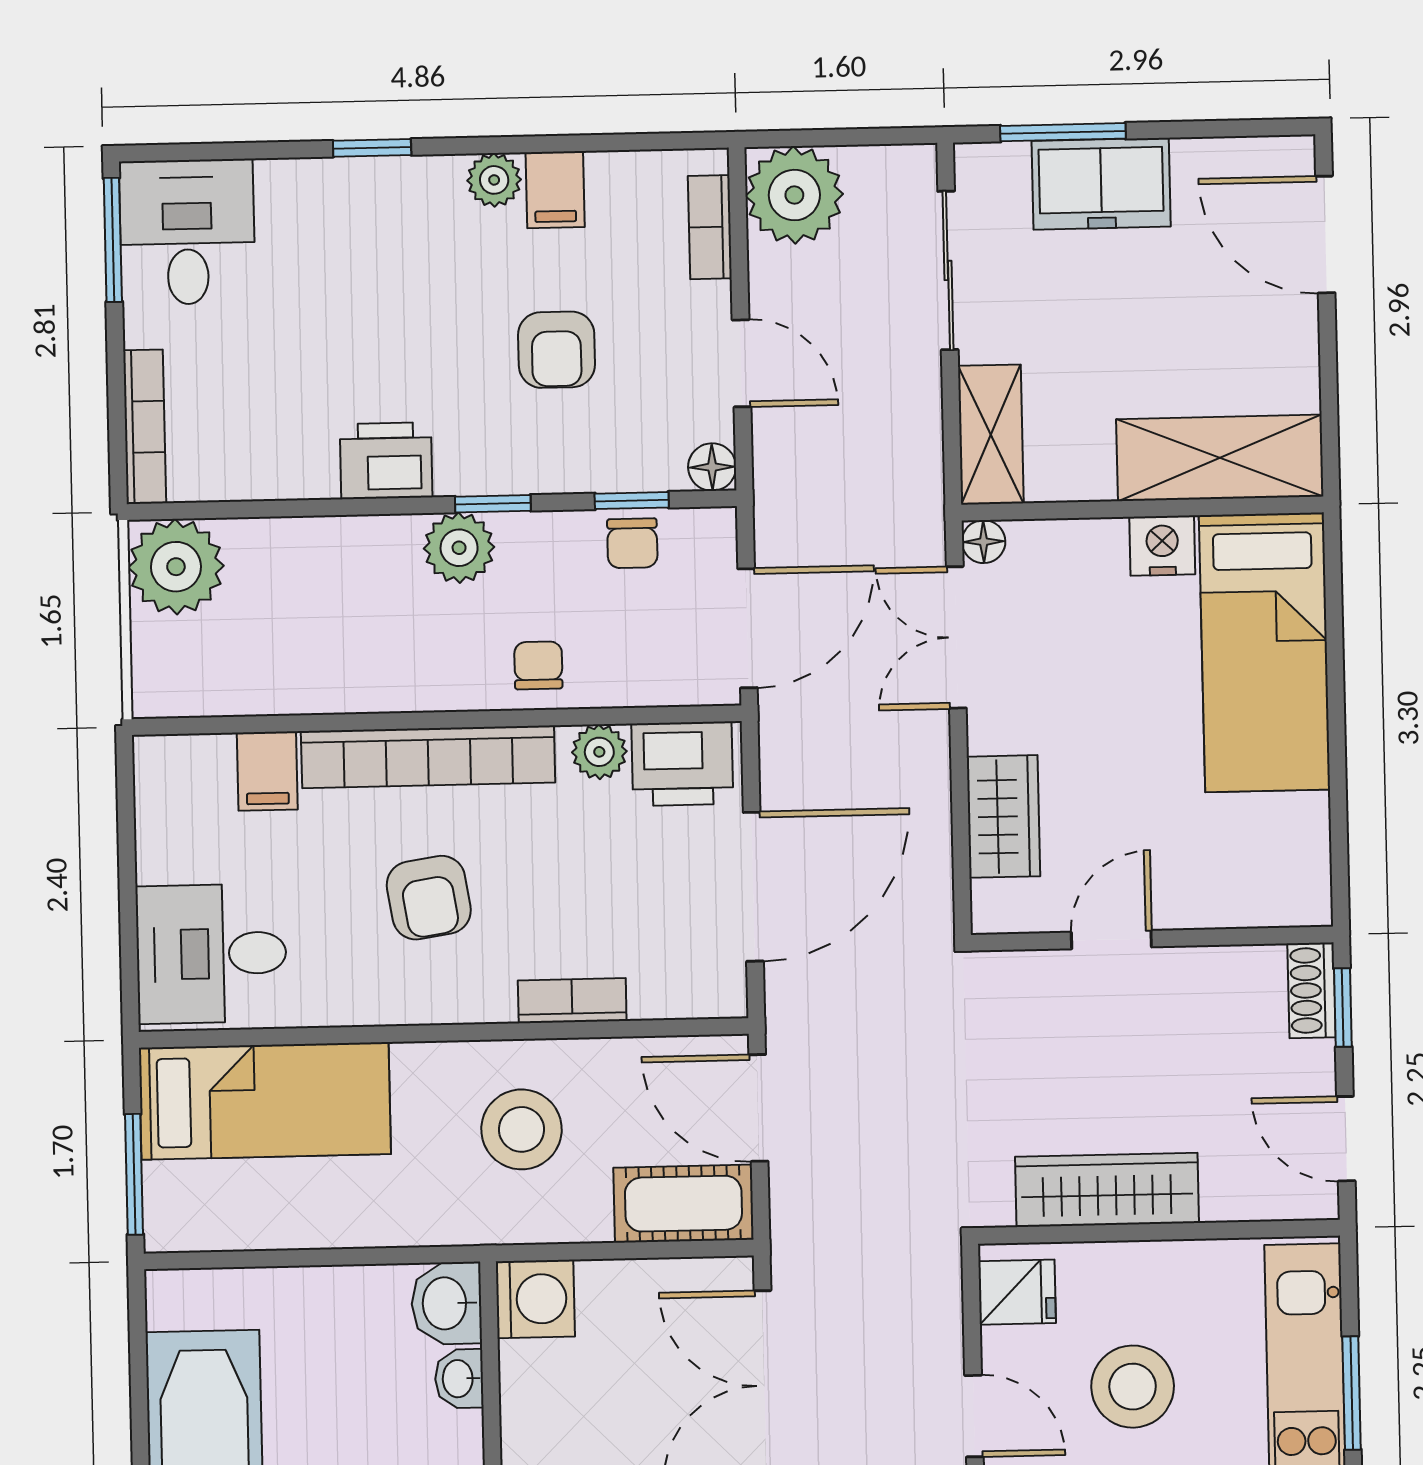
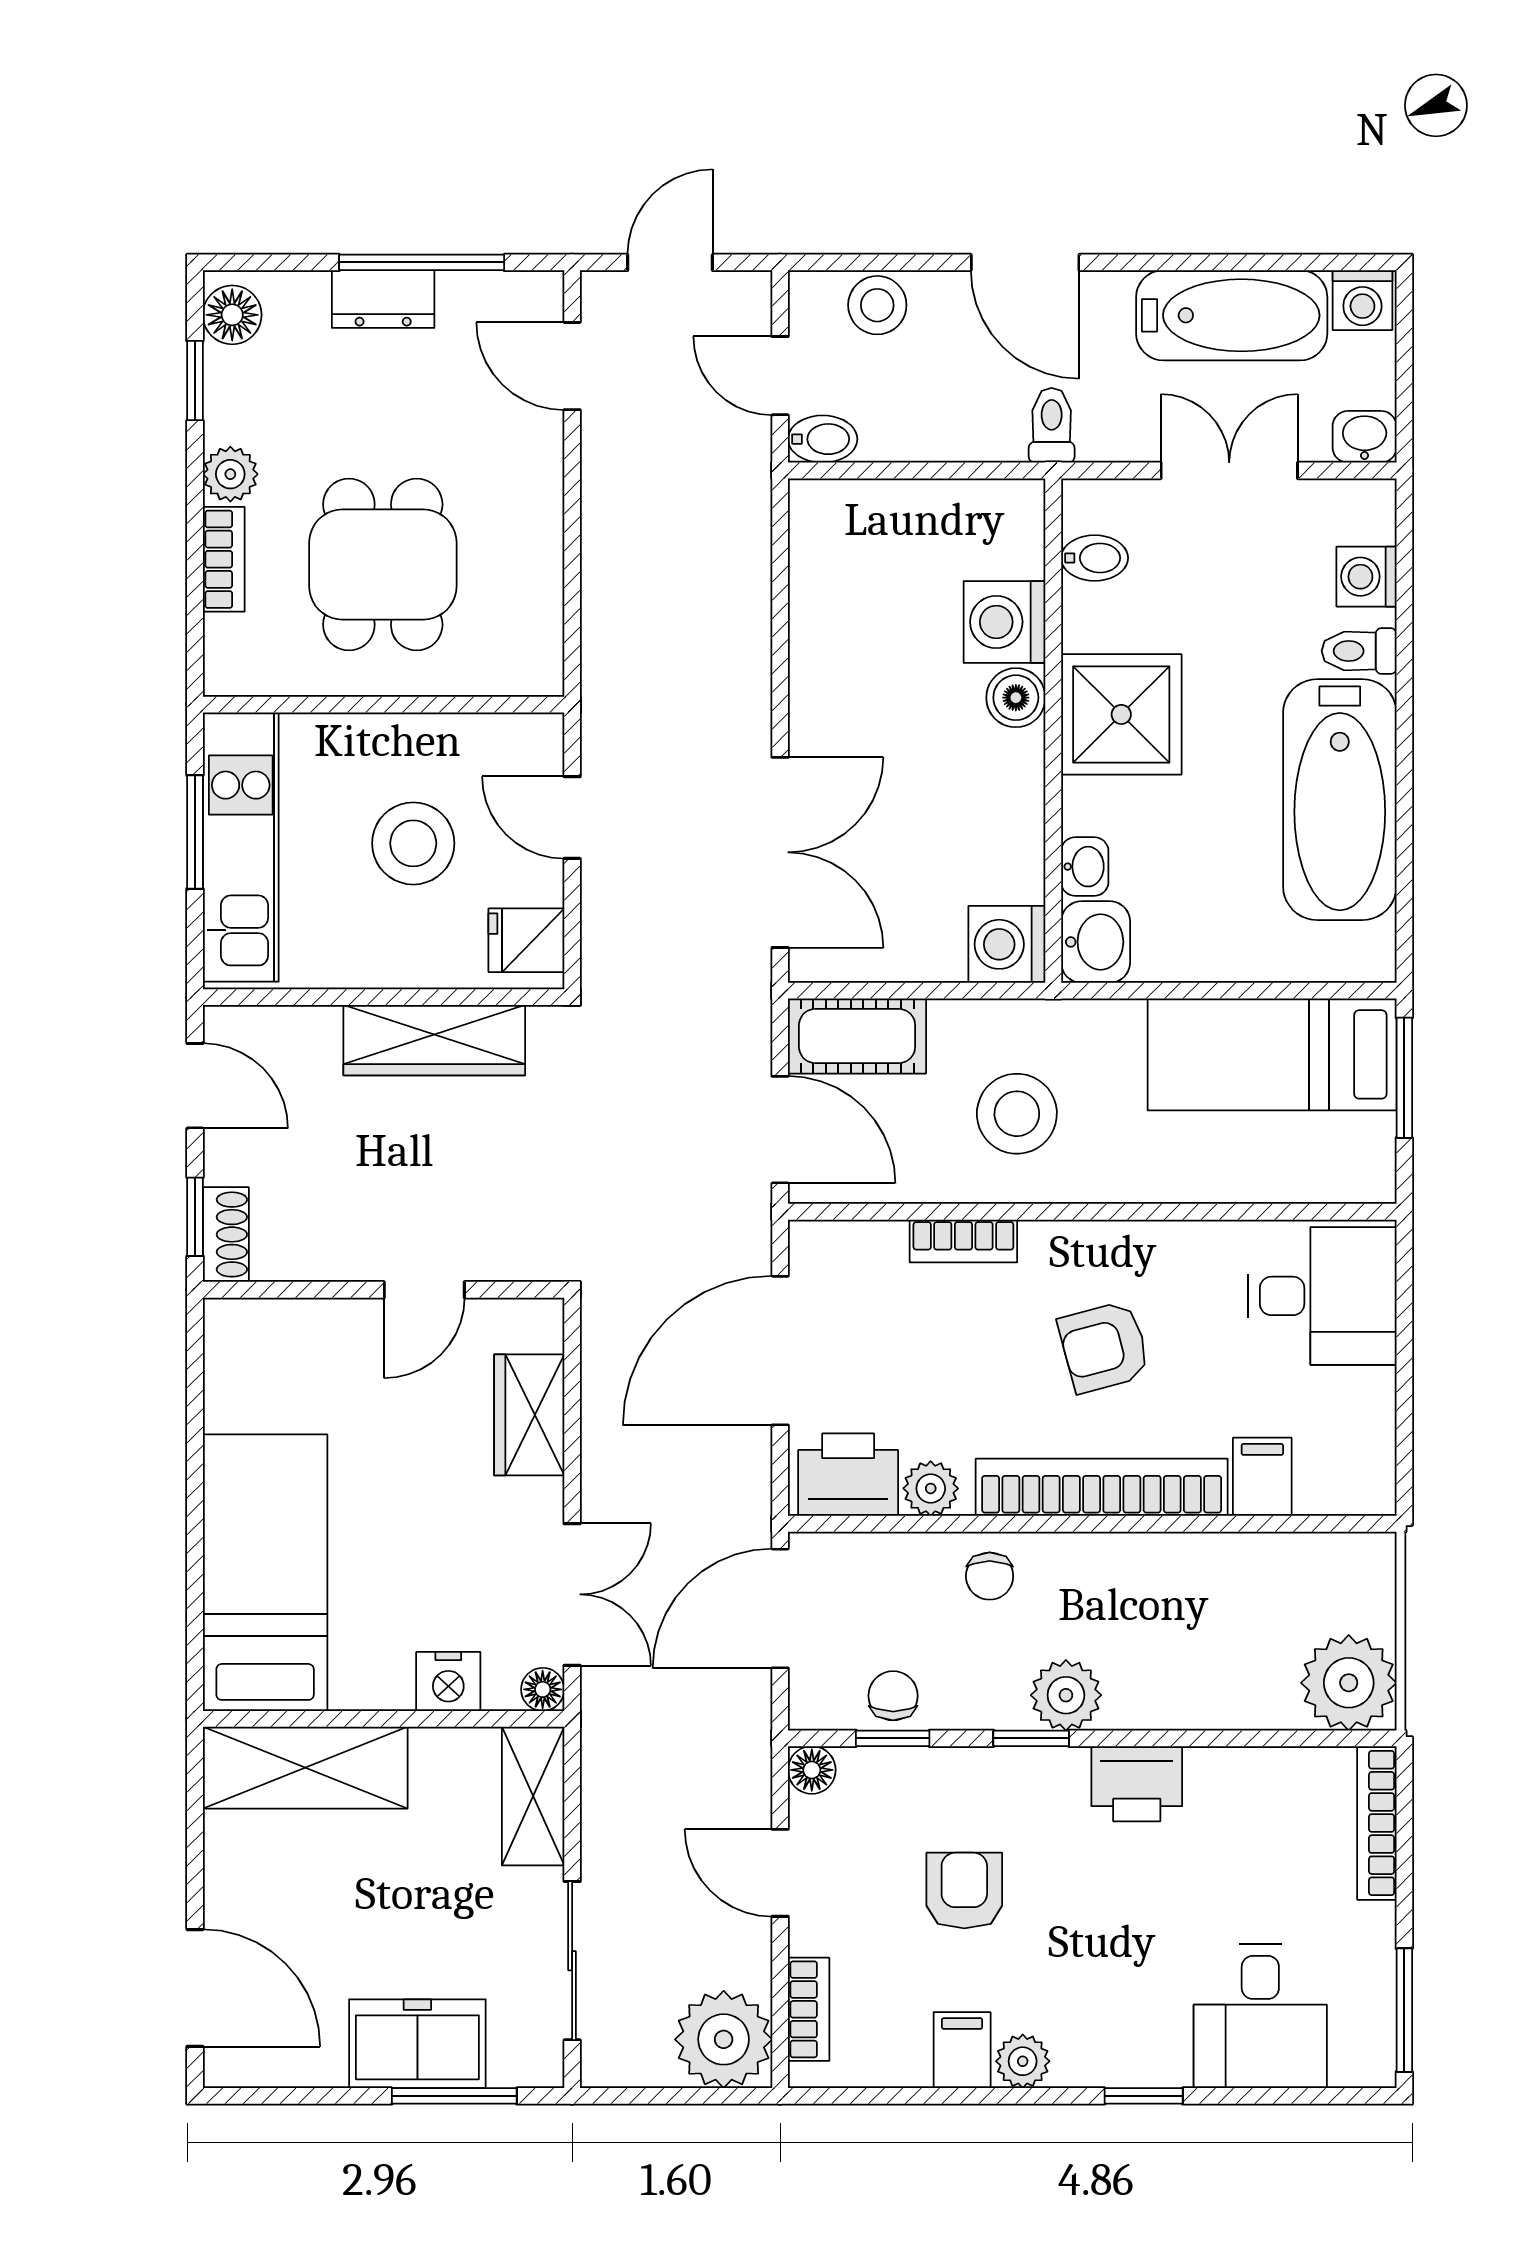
desk: (187, 232) -> (1260, 2016), moved
nightstand: (1162, 546) -> (448, 1681), moved
armchair: (429, 898) -> (1104, 1347), turned -96
bed: (265, 1101) -> (1272, 1054), moved

